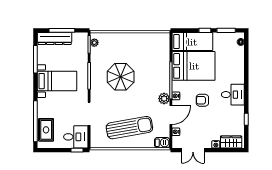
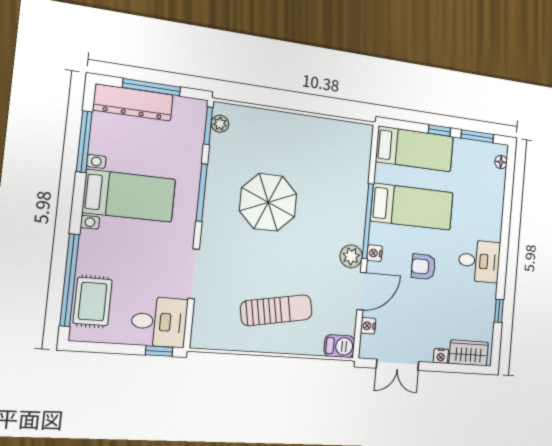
bed: (194, 66) -> (412, 207), width x0.67
sun lounger: (129, 128) -> (276, 310), width x0.73, depth x0.75

